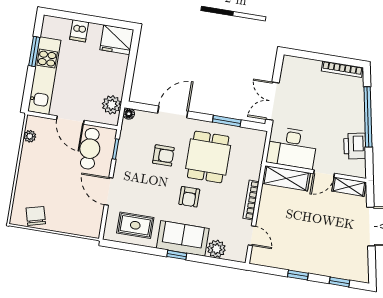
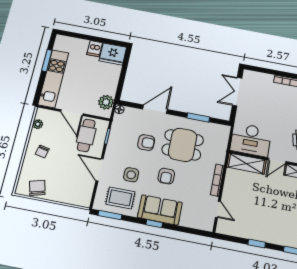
dishwasher: (79, 31) -> (95, 49), moved
double door: (272, 101) -> (237, 92), moved
dining table: (208, 157) -> (183, 145), turned 90
chair: (38, 171) -> (42, 151), added
side table: (147, 197) -> (131, 175), added
window: (124, 246) -> (110, 215), added
plant: (216, 249) -> (188, 220), removed

